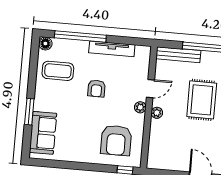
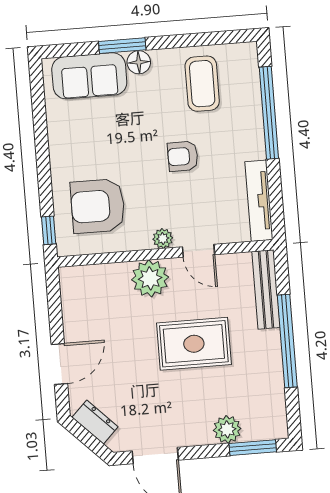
floor lamp: (45, 44) -> (139, 62), moved
tv unit: (112, 49) -> (259, 201), moved
plant: (157, 113) -> (150, 278), width x1.88, depth x1.88

